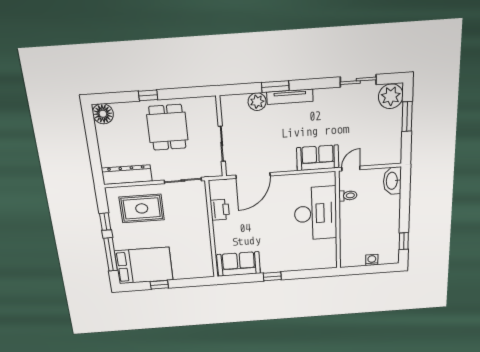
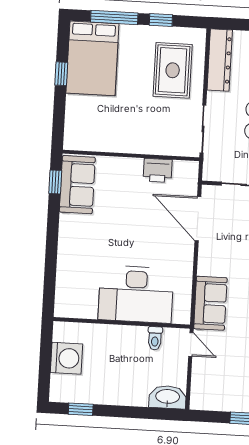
washing machine: (372, 260) -> (66, 358), width x1.89, depth x1.89
window: (272, 276) -> (55, 182), moved

